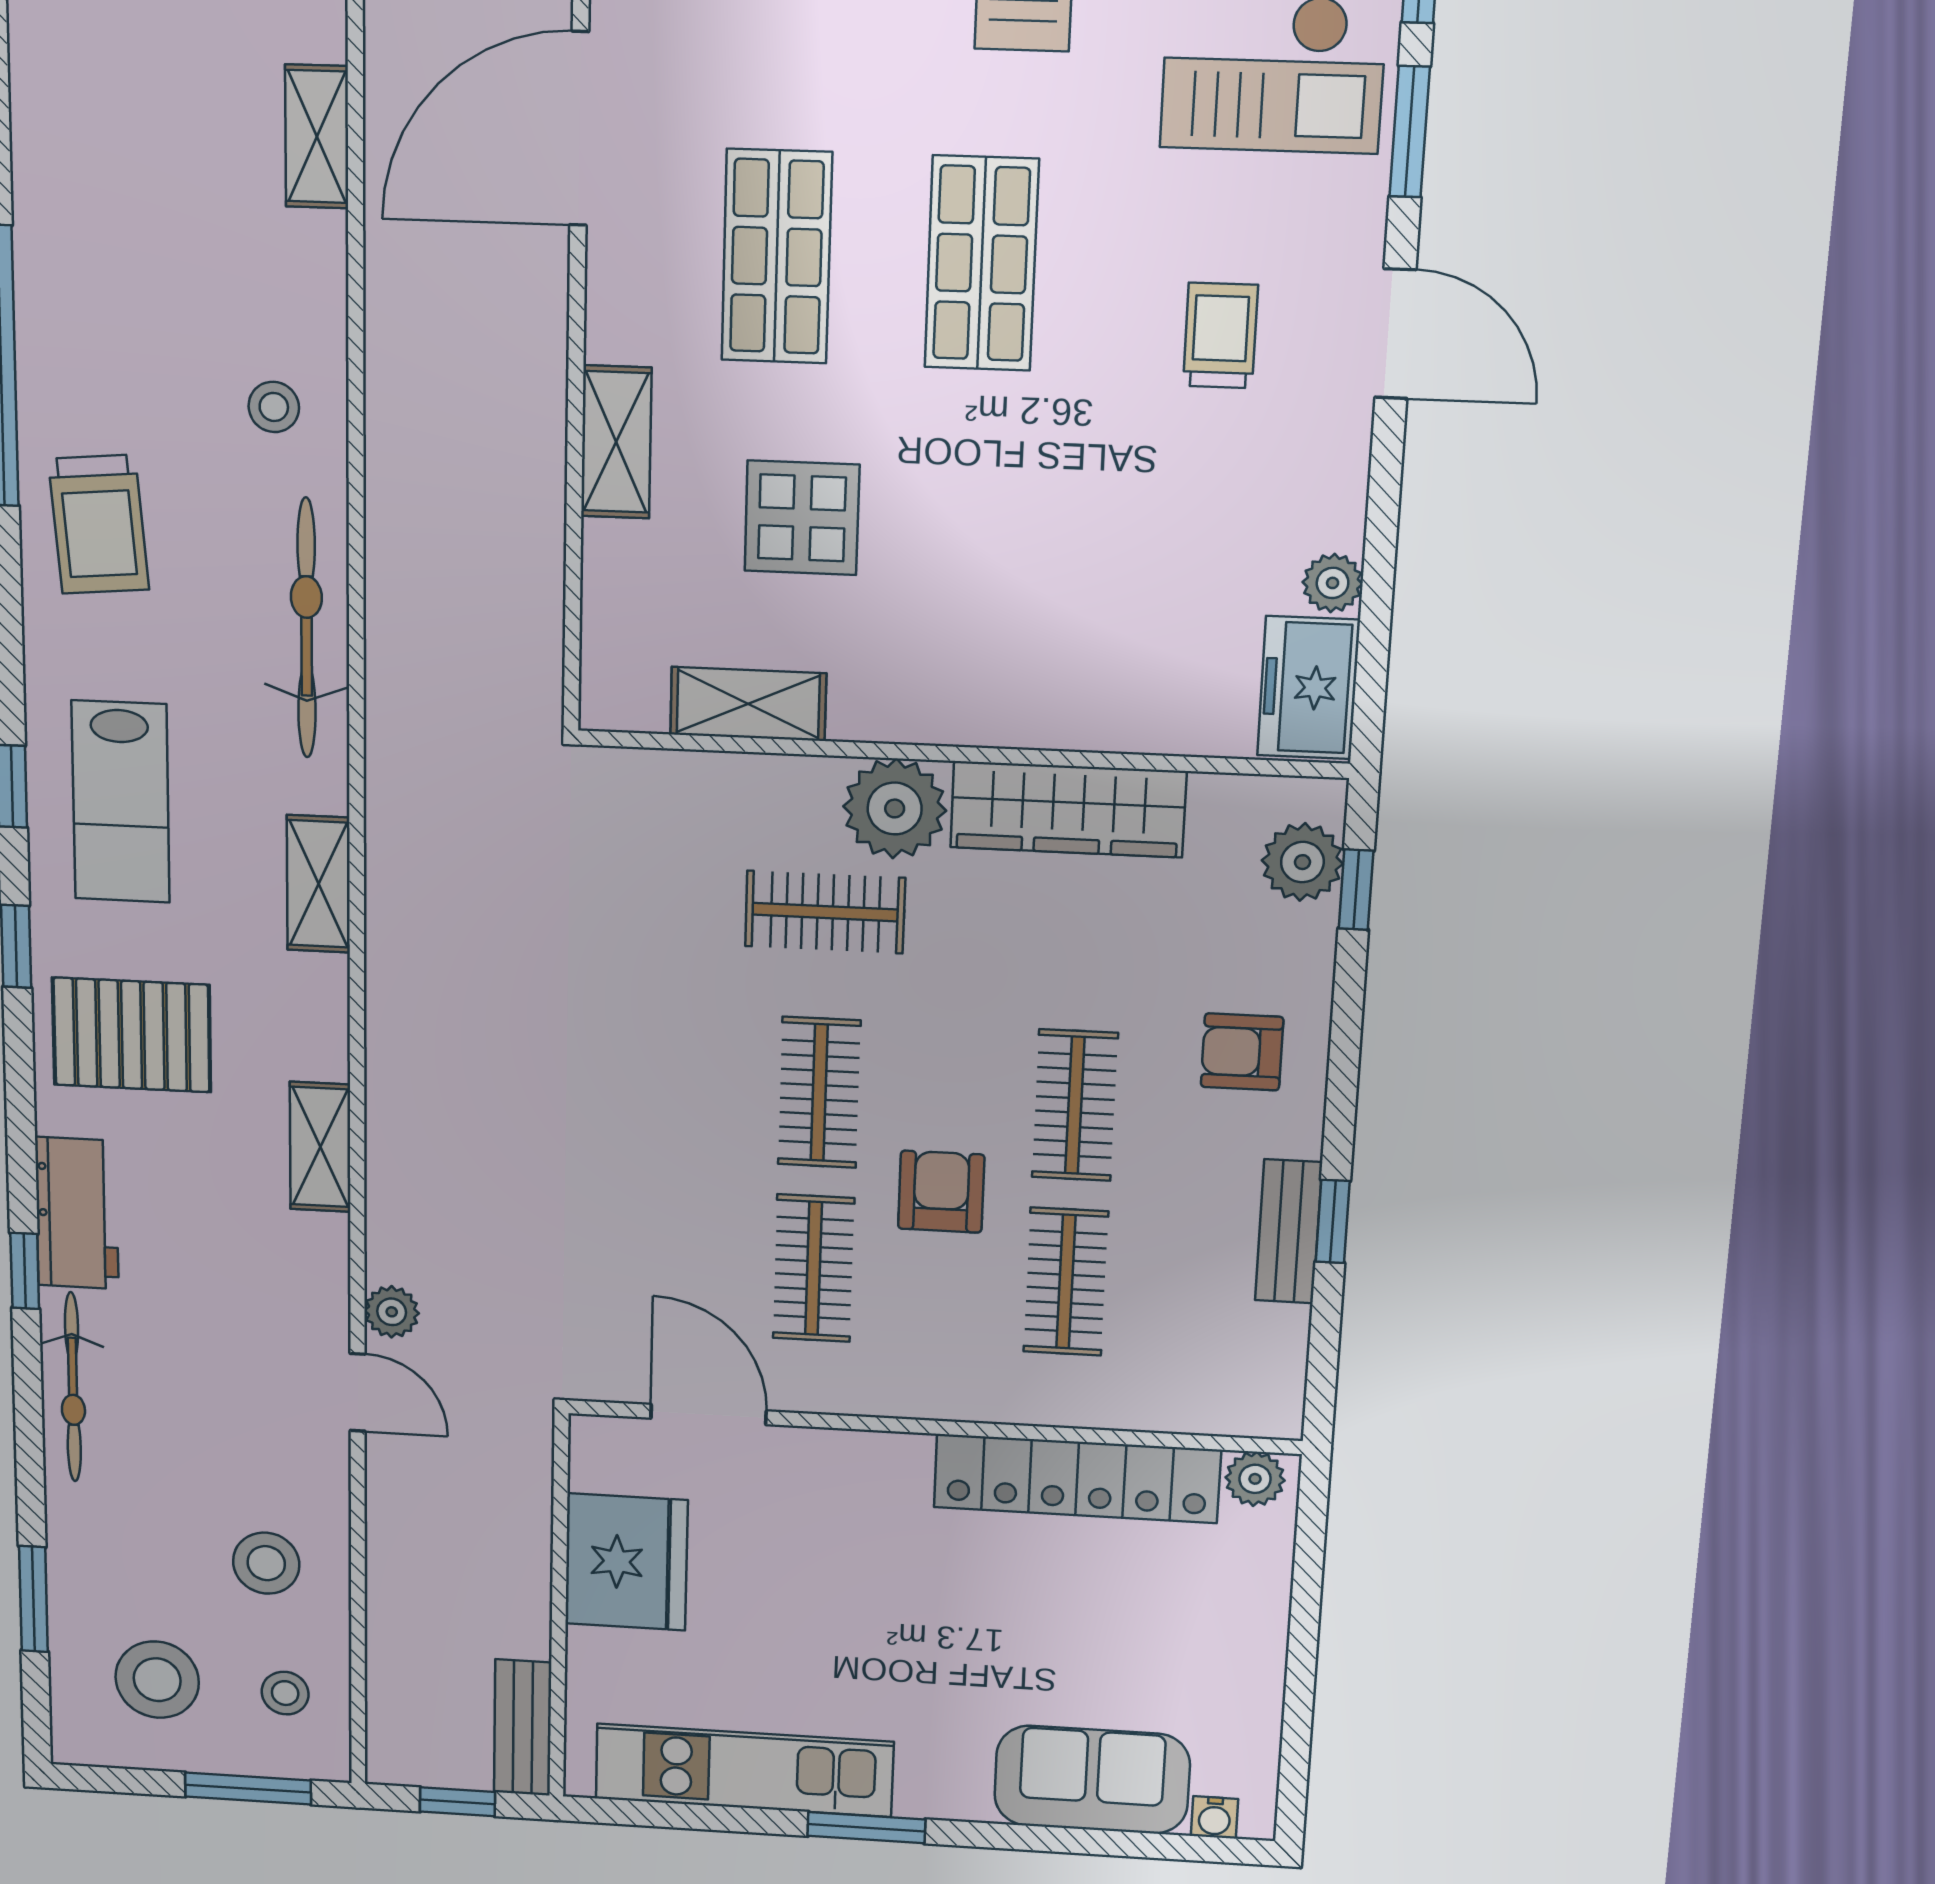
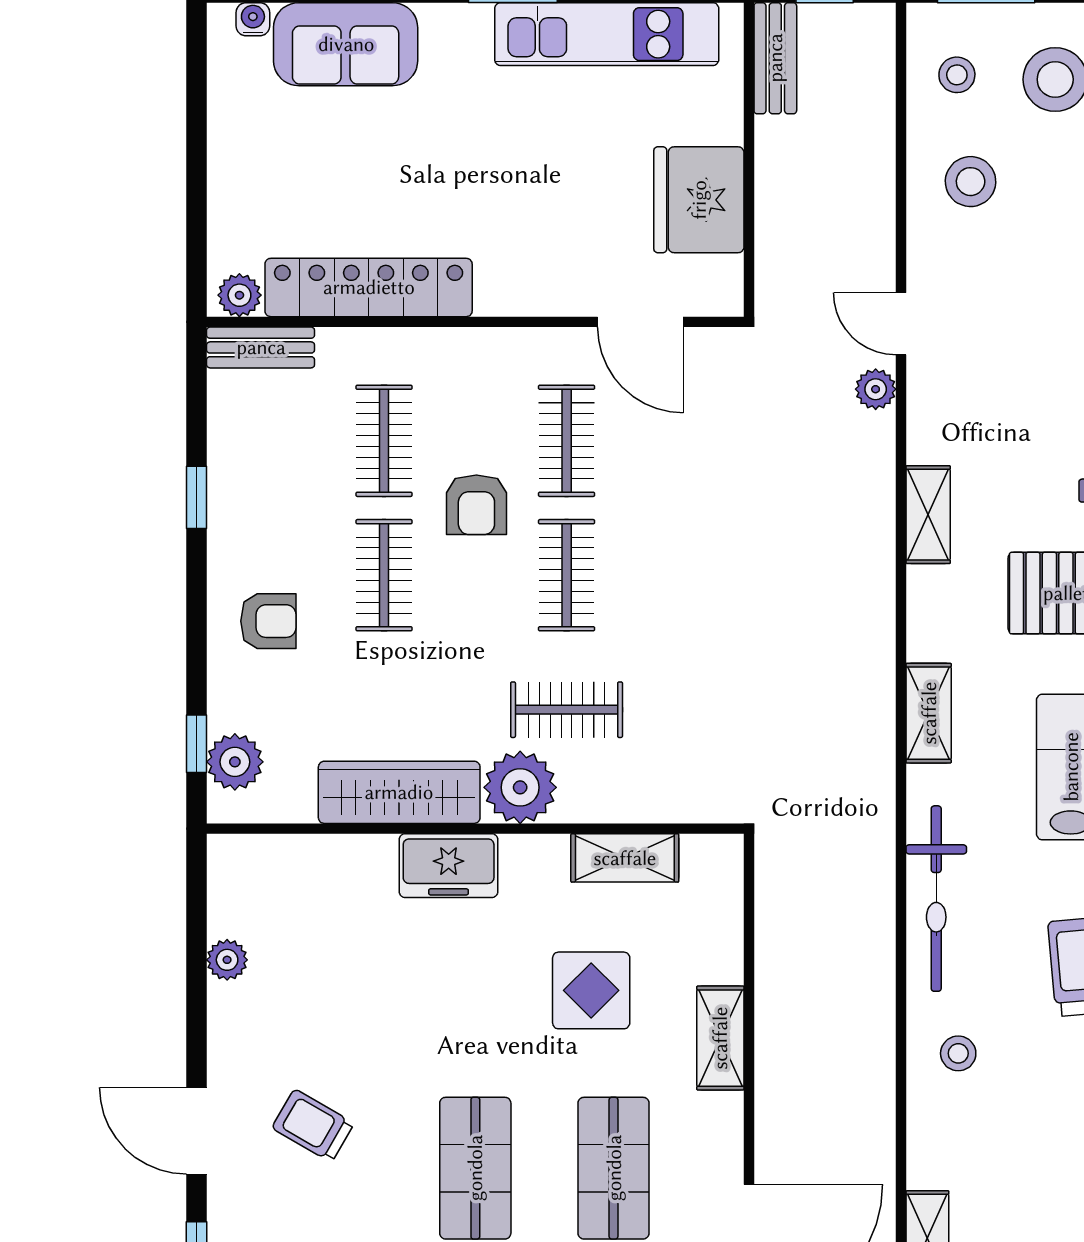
trolley: (1220, 336) -> (313, 1126), turned 120
freezer: (1309, 688) -> (449, 866), moved, turned 90
bench: (1289, 1231) -> (261, 347), moved, turned 90

